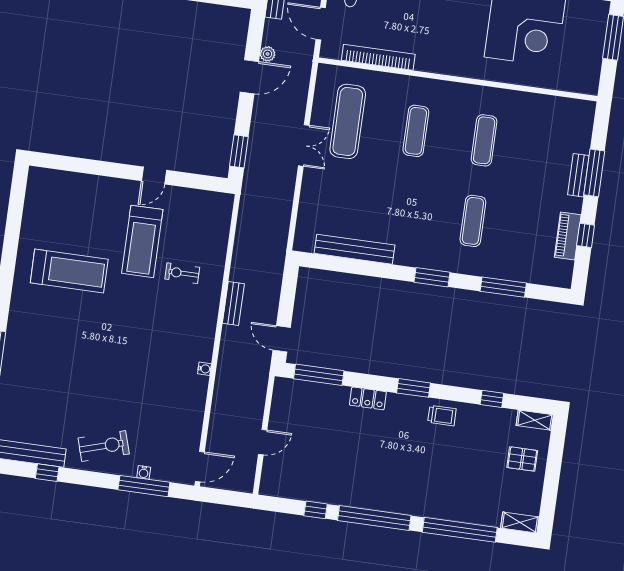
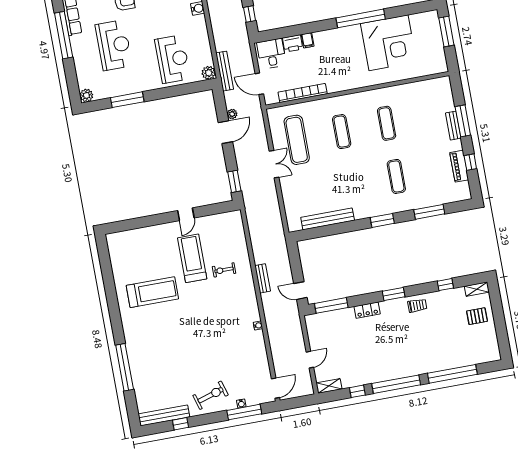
treadmill: (142, 241) -> (192, 258), turned 180
shelving: (520, 522) -> (329, 386), moved

